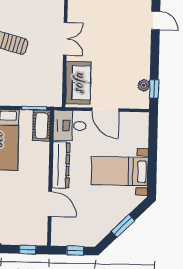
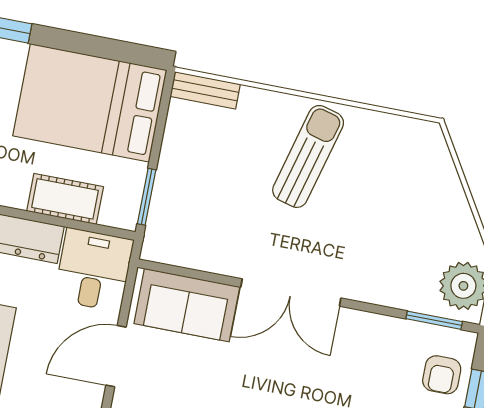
double door: (65, 39) -> (291, 293), width x1.37
cot: (42, 126) -> (65, 199), moved

